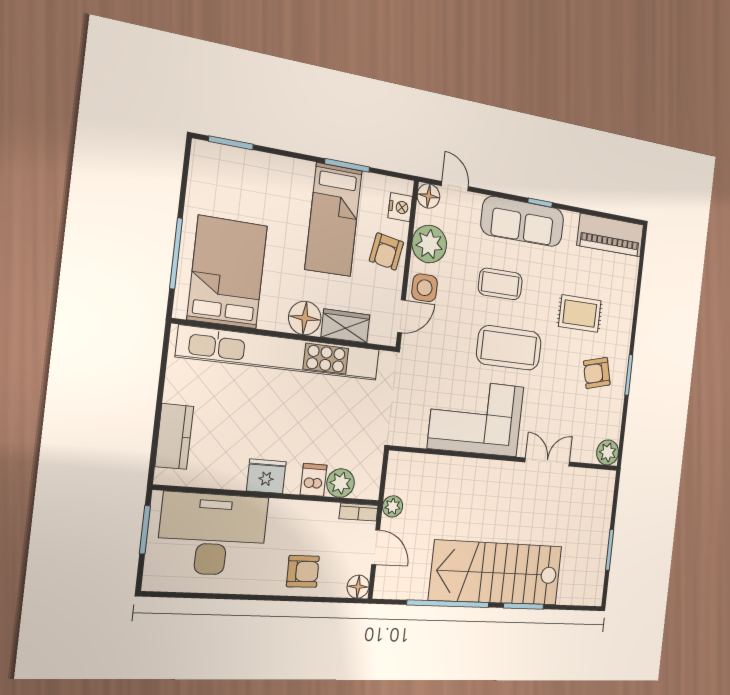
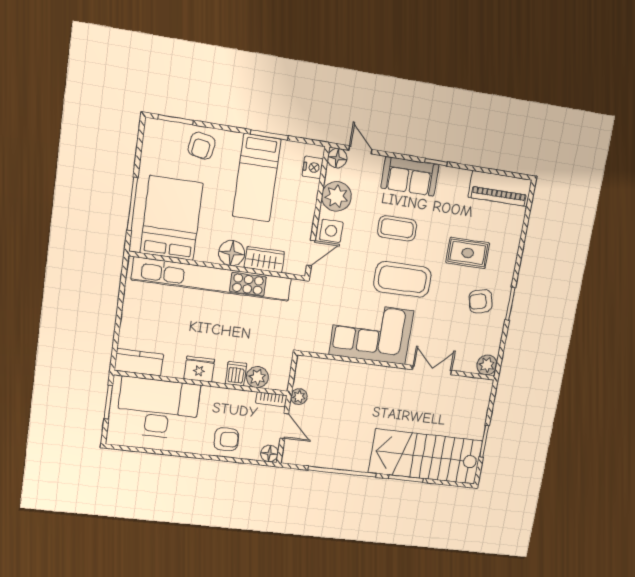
sofa: (523, 222) -> (410, 176), width x0.73
armchair: (386, 251) -> (202, 146), moved
kitchen counter: (174, 436) -> (139, 362), moved, turned -90
stairs: (496, 573) -> (426, 457), moved

